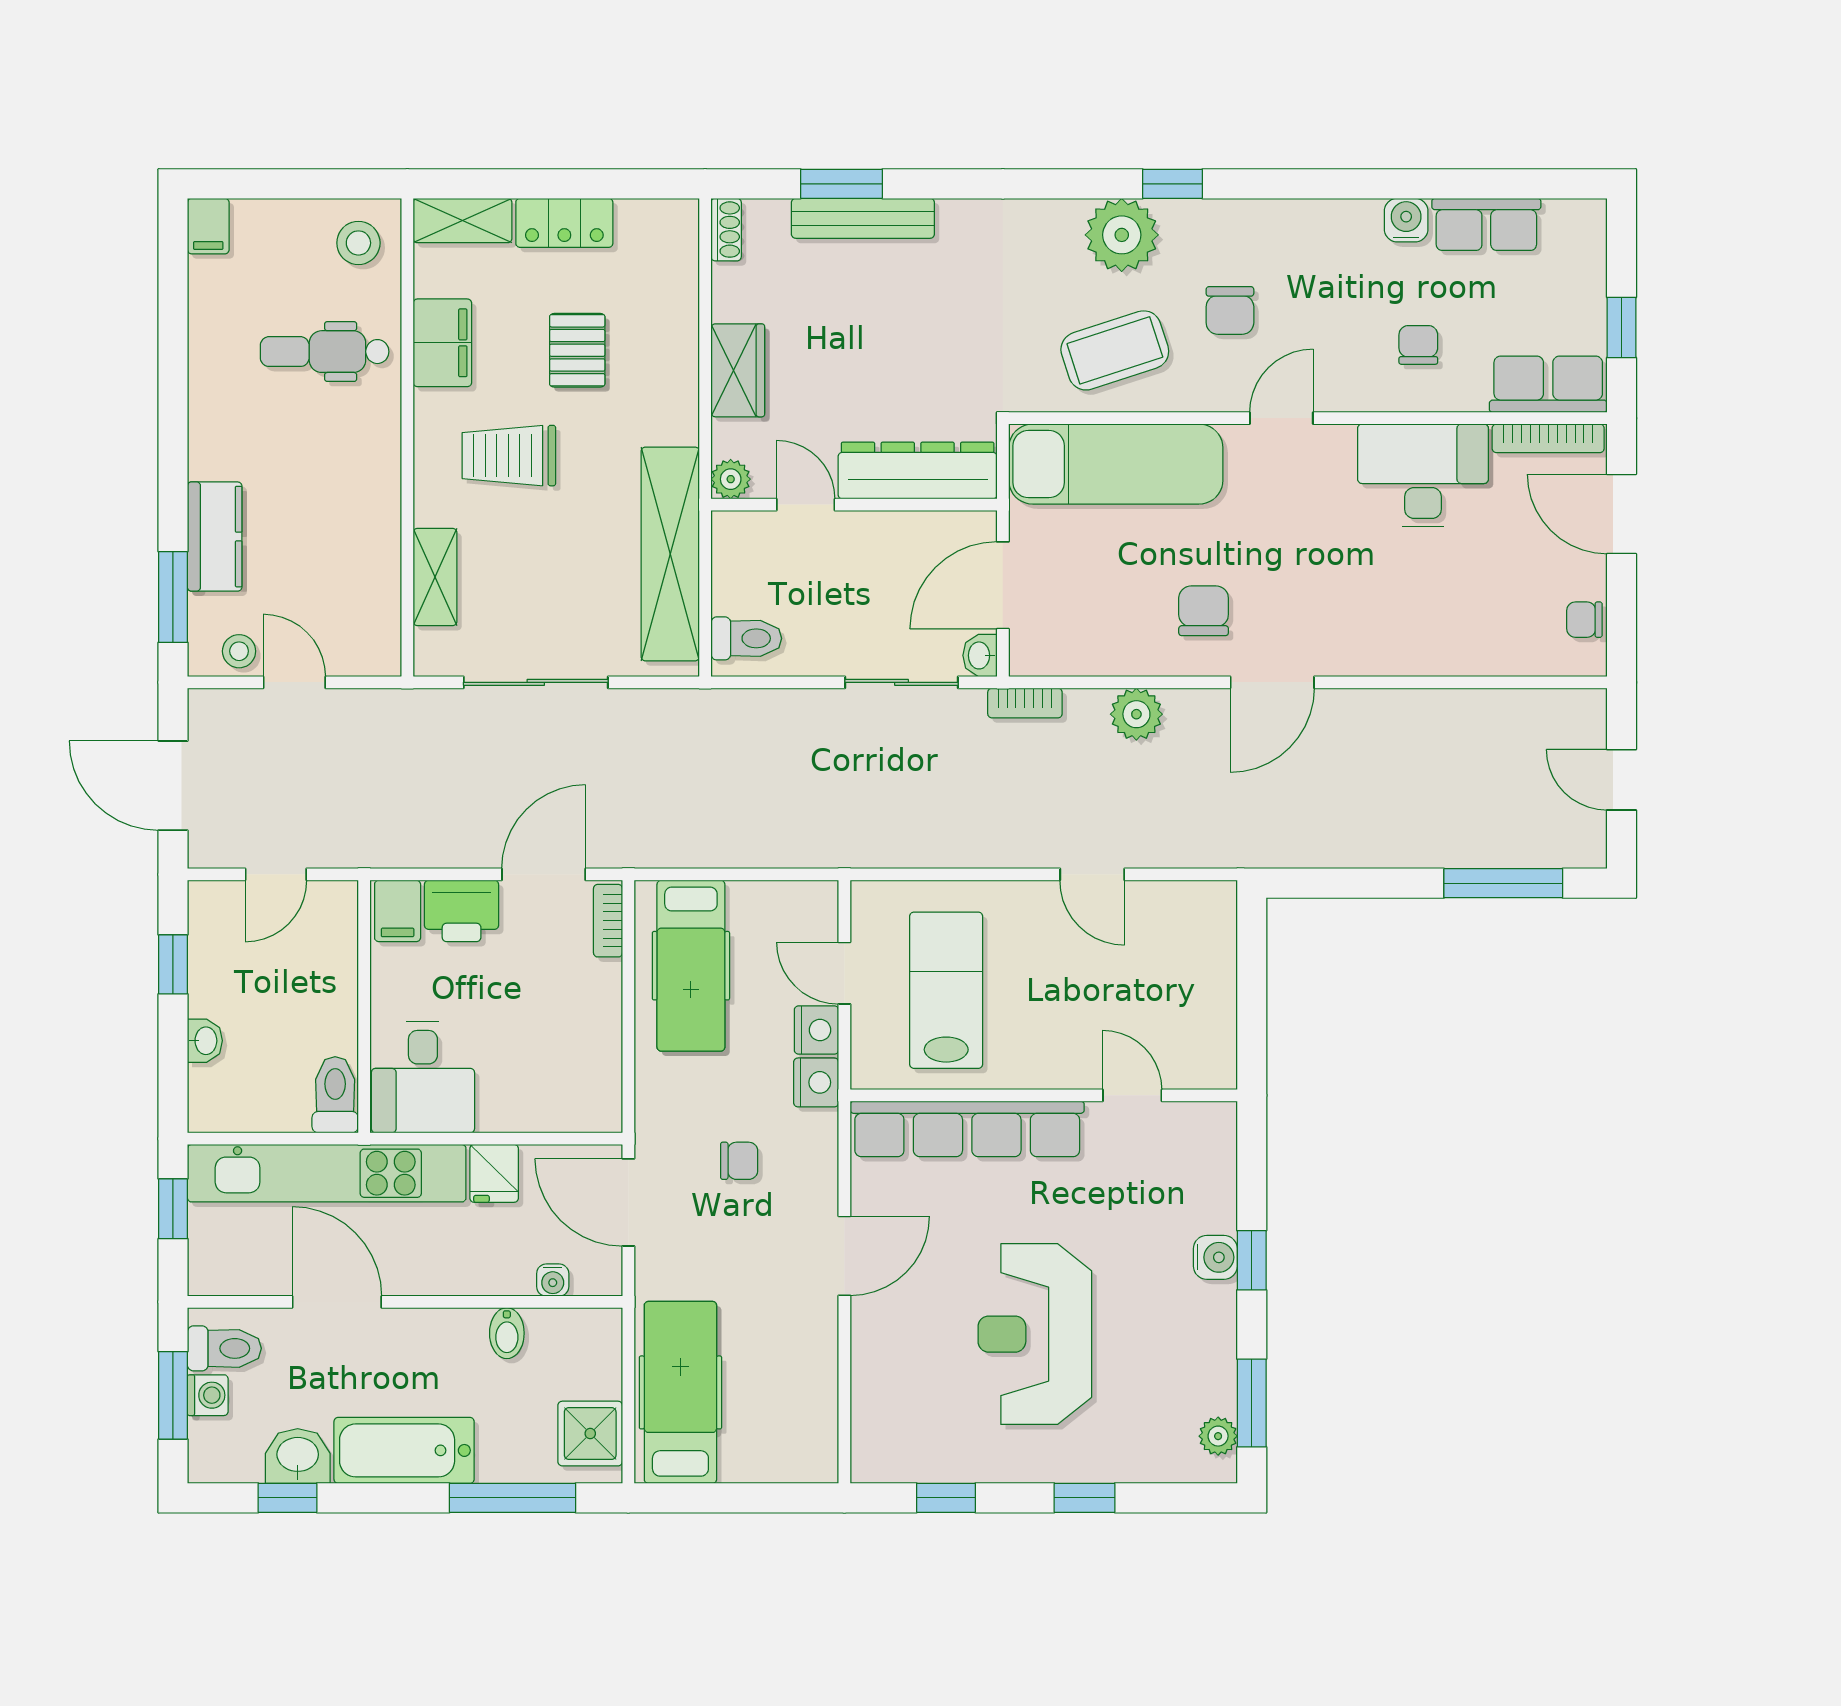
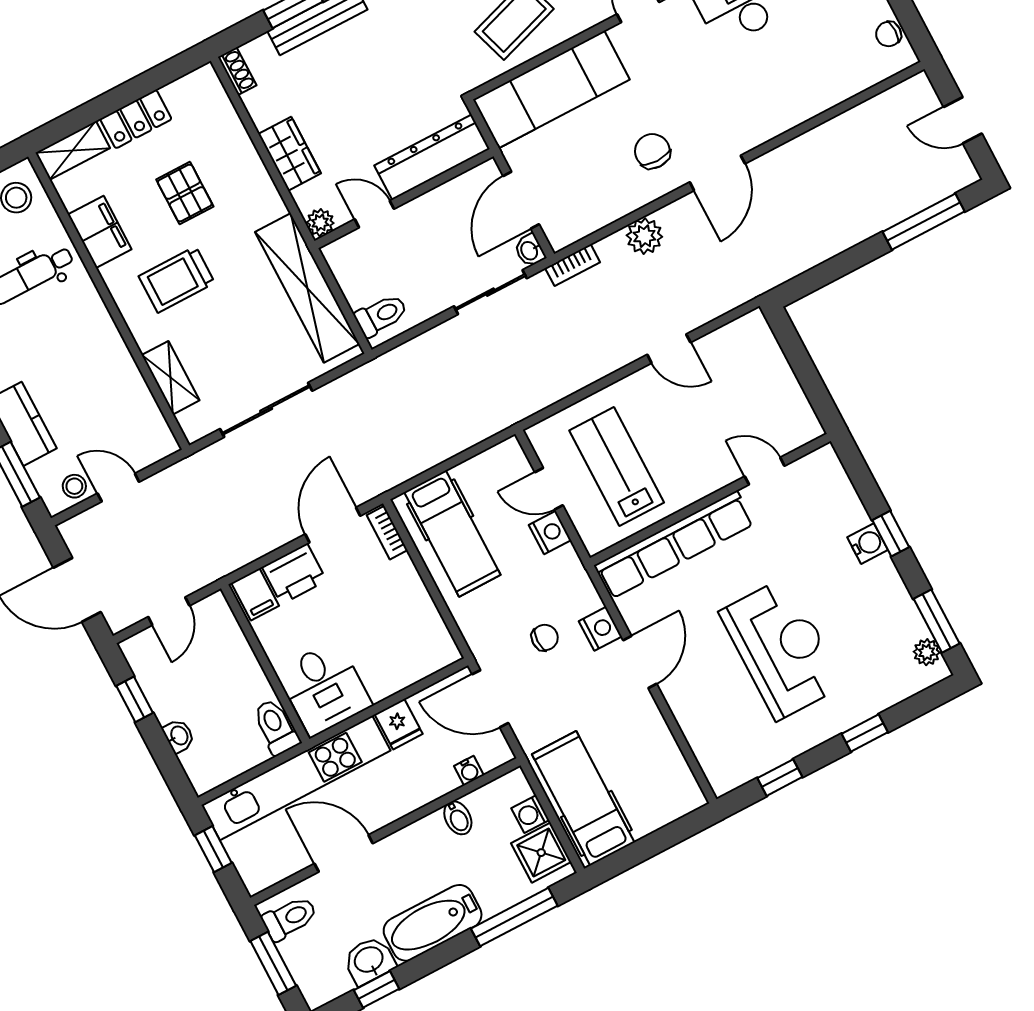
nightstand: (816, 1082) -> (600, 629), moved
reception desk: (1035, 1334) -> (782, 649), turned 180
washing machine: (208, 1395) -> (530, 814), moved, turned 180

